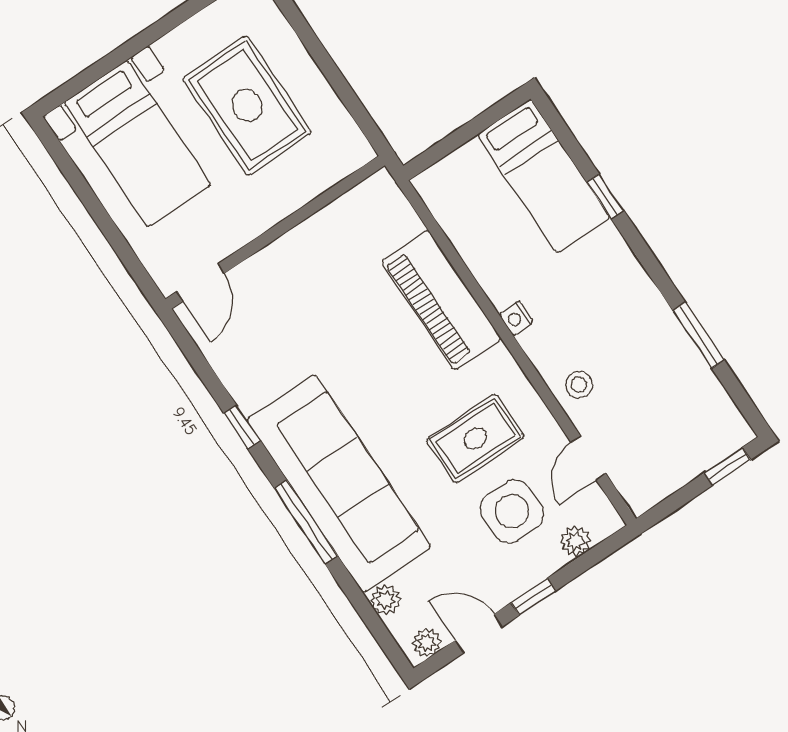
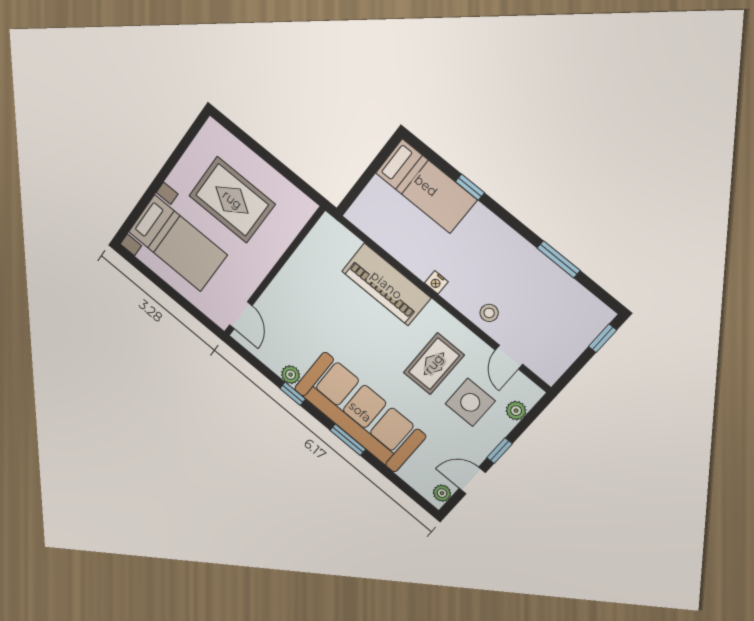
window: (306, 522) -> (348, 440), width x0.69
plant: (386, 600) -> (291, 375), moved

